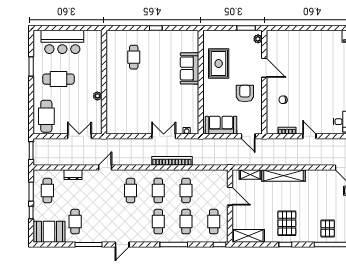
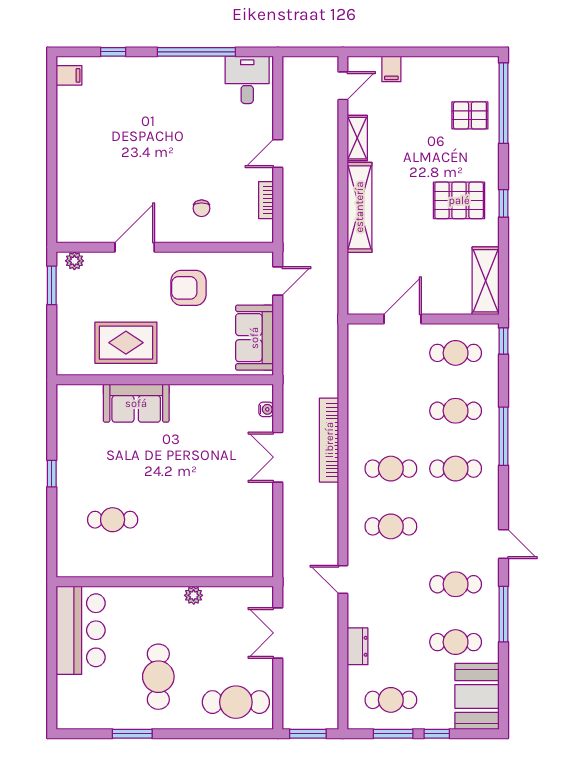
bar counter: (62, 42) -> (81, 630), moved
shelving: (250, 174) -> (357, 138), moved
cafe table: (186, 191) -> (456, 584), moved

